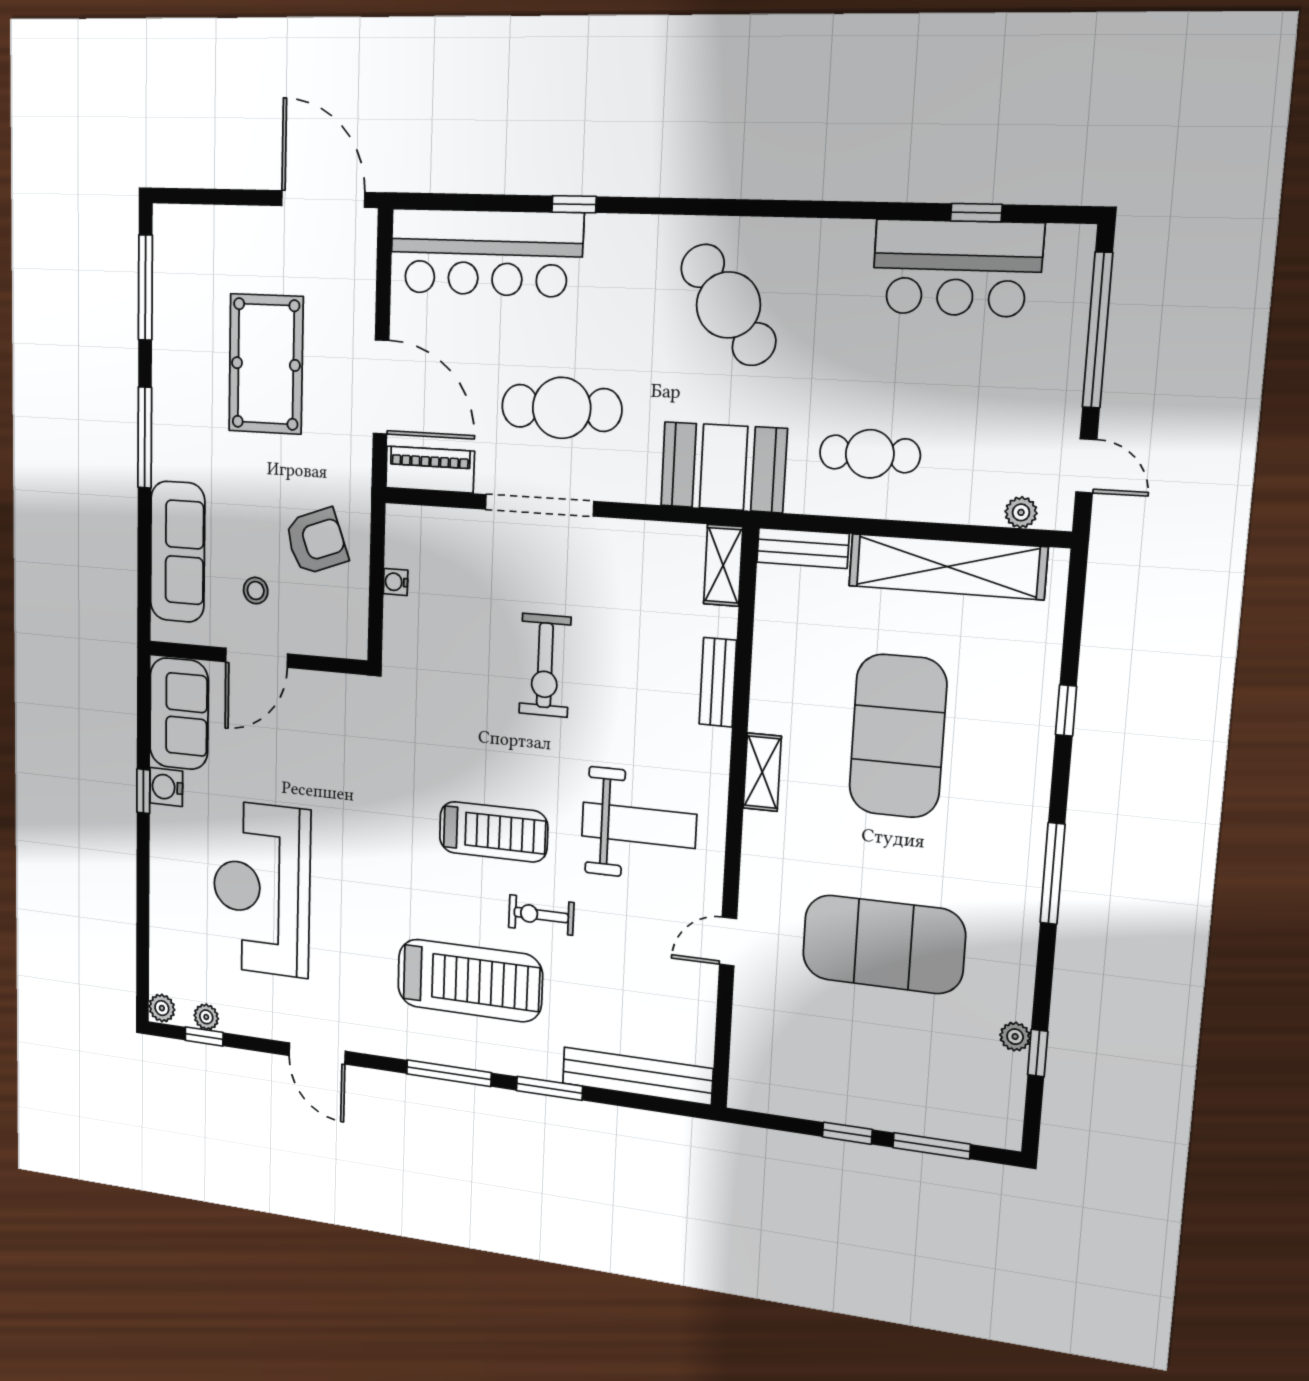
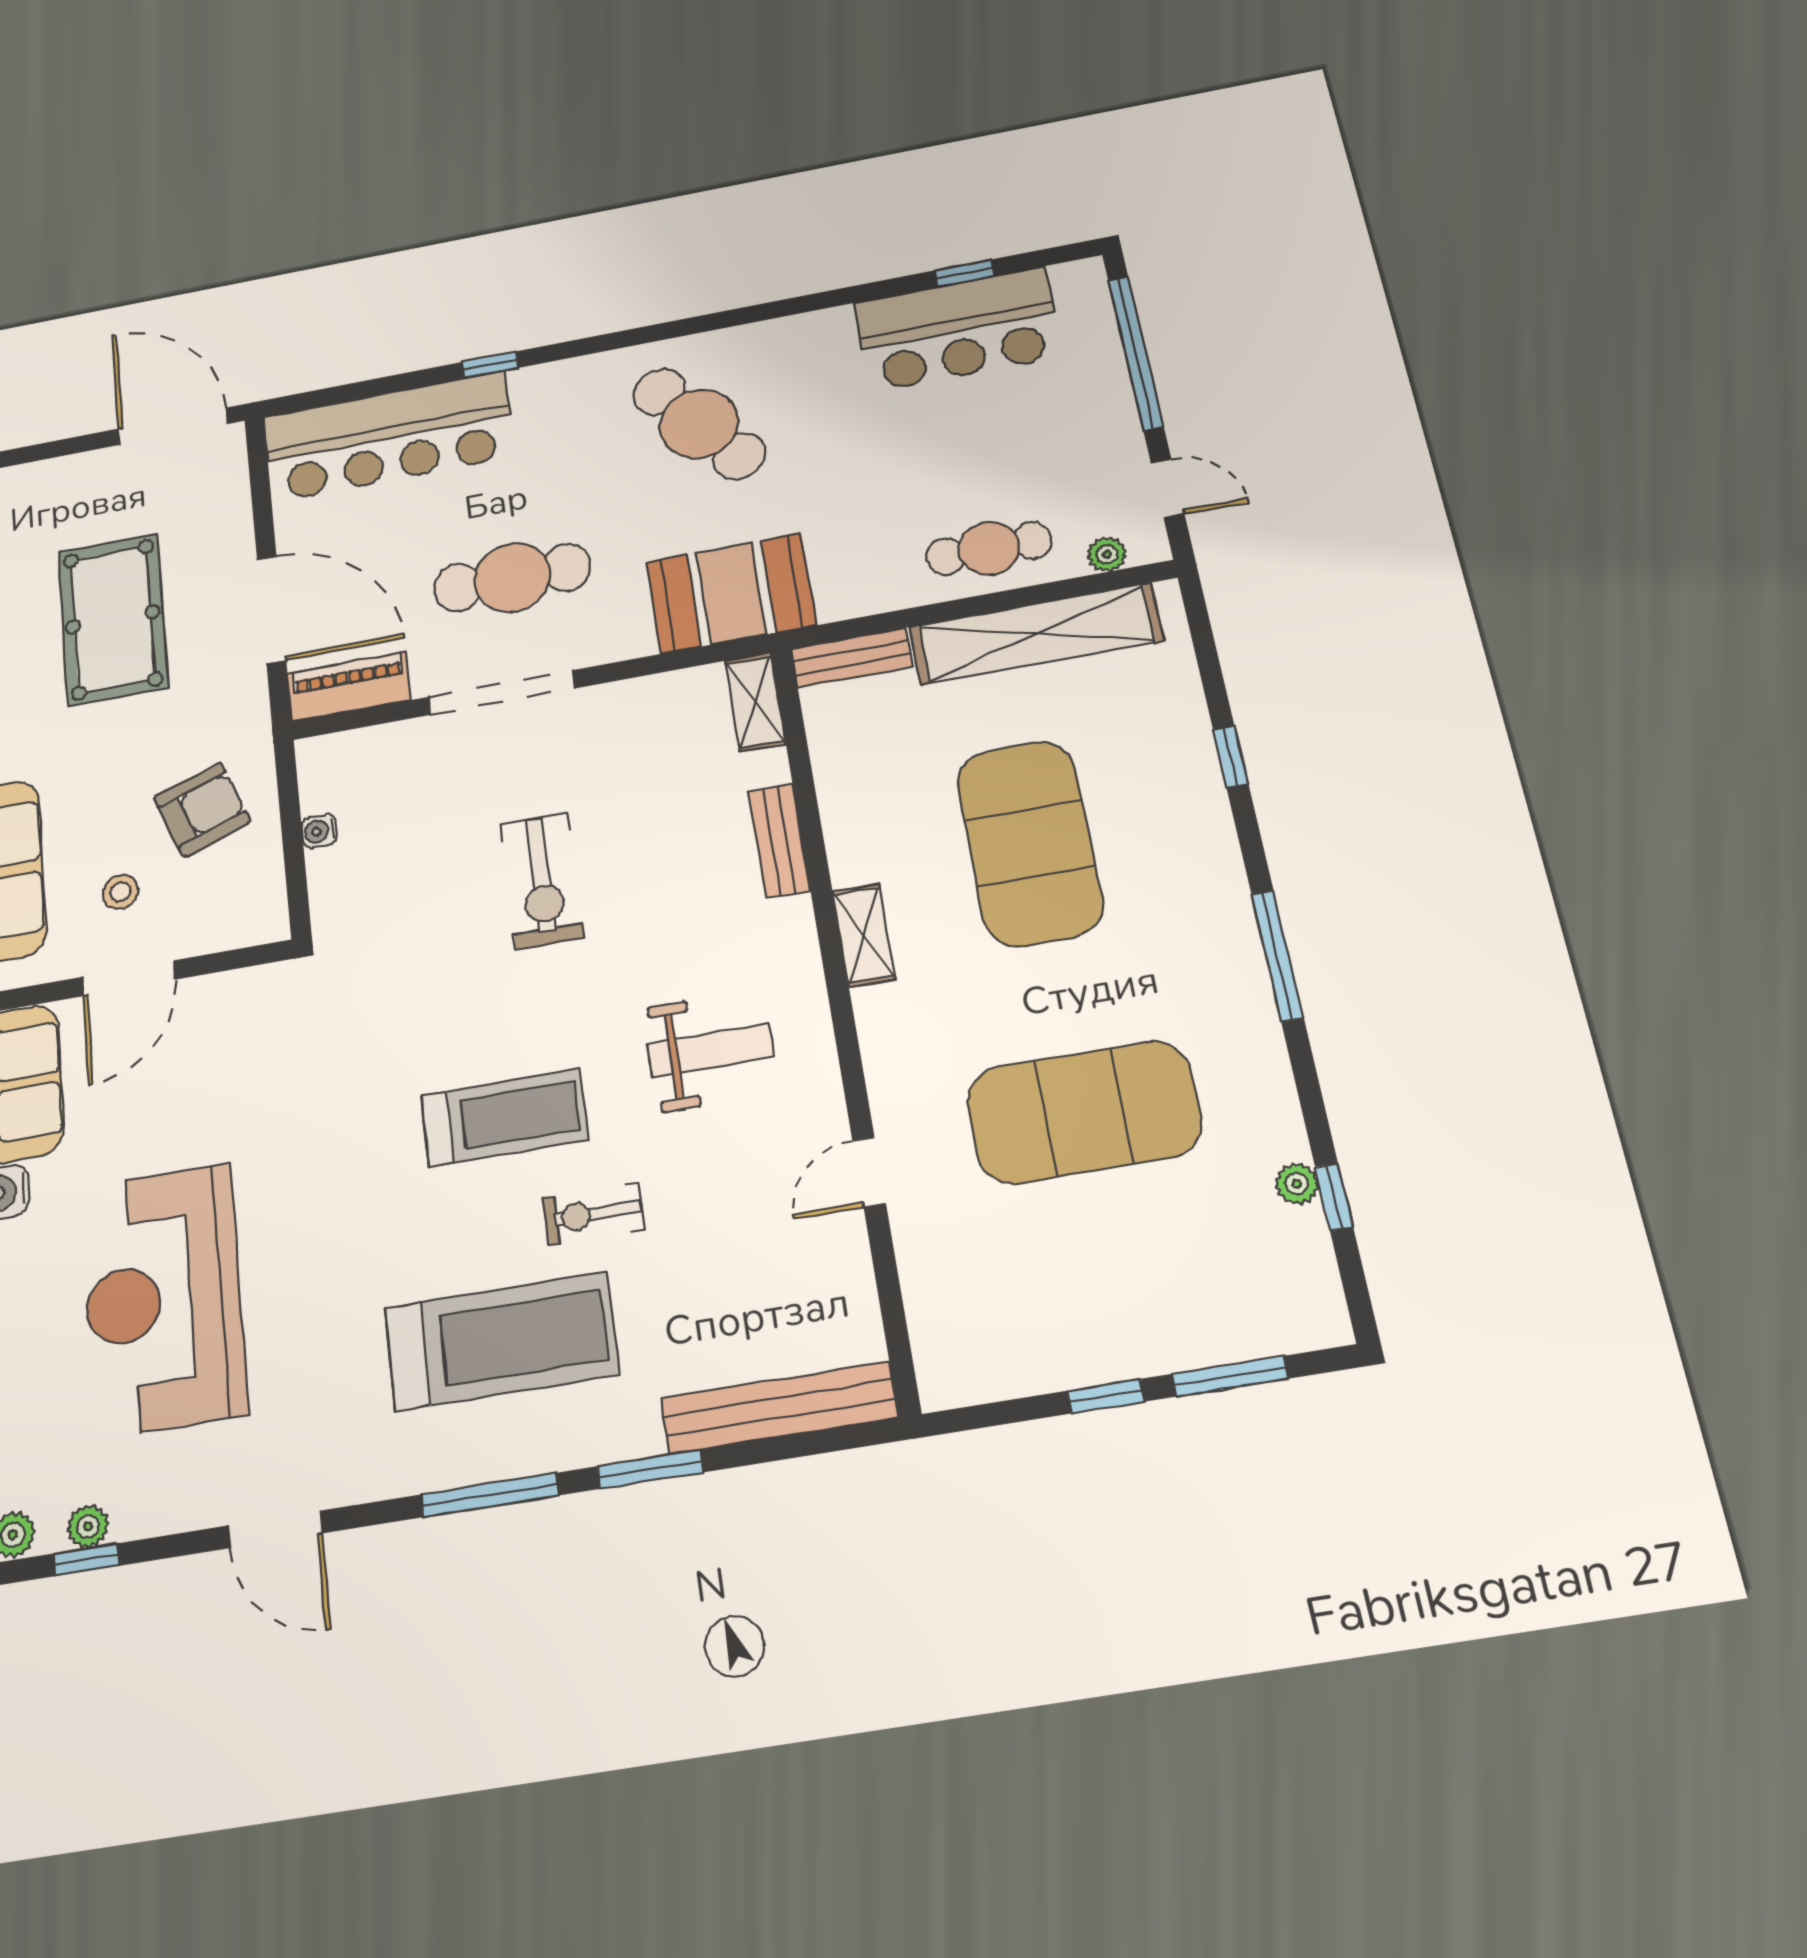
cafe table: (870, 454) -> (989, 548), moved
weight bench: (639, 825) -> (710, 1050), width x0.73, depth x0.75

